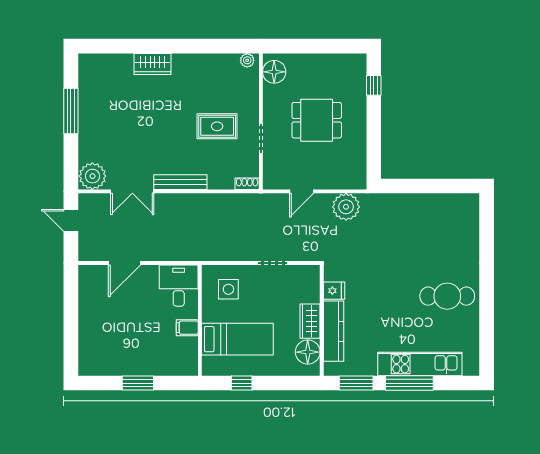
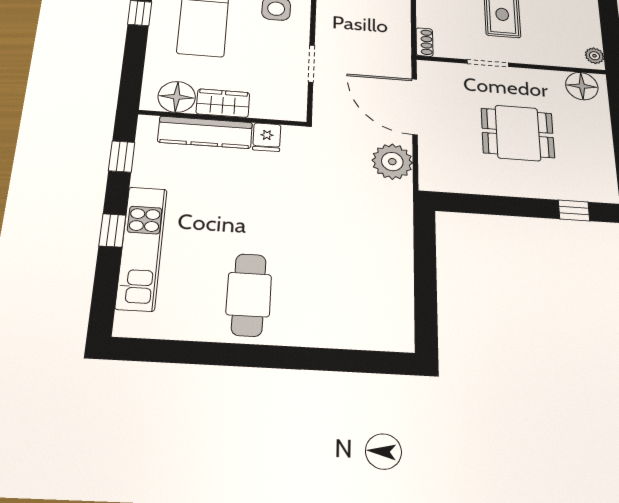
dining table: (317, 120) -> (518, 133), turned 90
door: (302, 191) -> (415, 107), width x1.87
window: (356, 383) -> (122, 157), width x0.67
window: (409, 383) -> (112, 230), width x0.46

